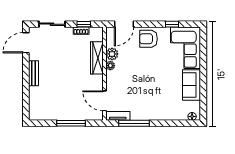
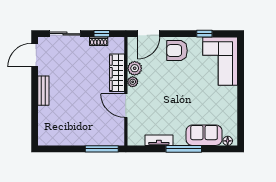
sofa: (192, 85) -> (204, 135), moved, turned 90
door: (105, 101) -> (126, 106), moved
tv unit: (118, 116) -> (159, 140), moved
window: (71, 123) -> (102, 149), moved
window: (134, 123) -> (184, 149), moved

